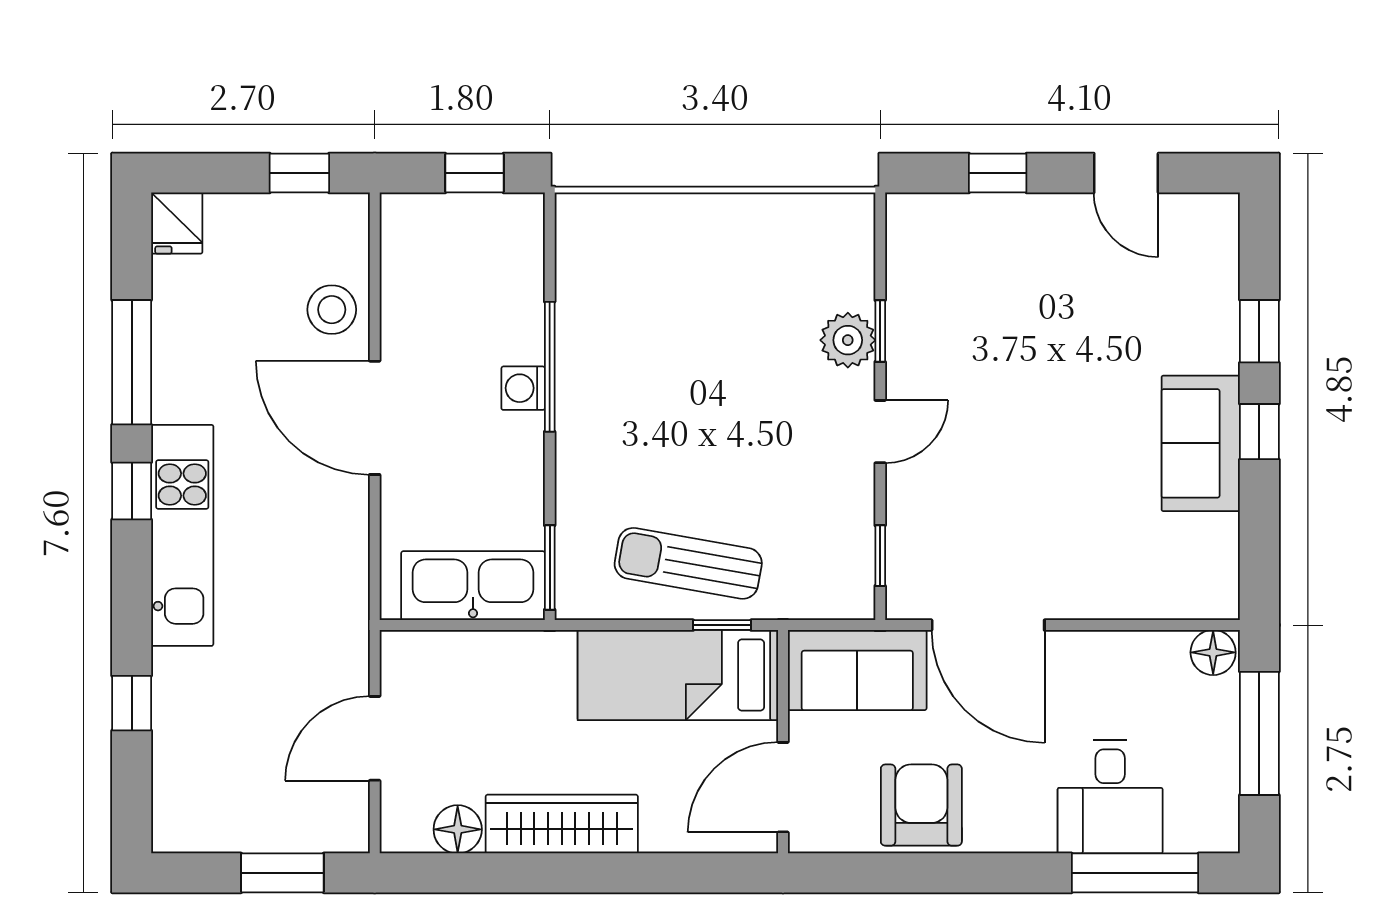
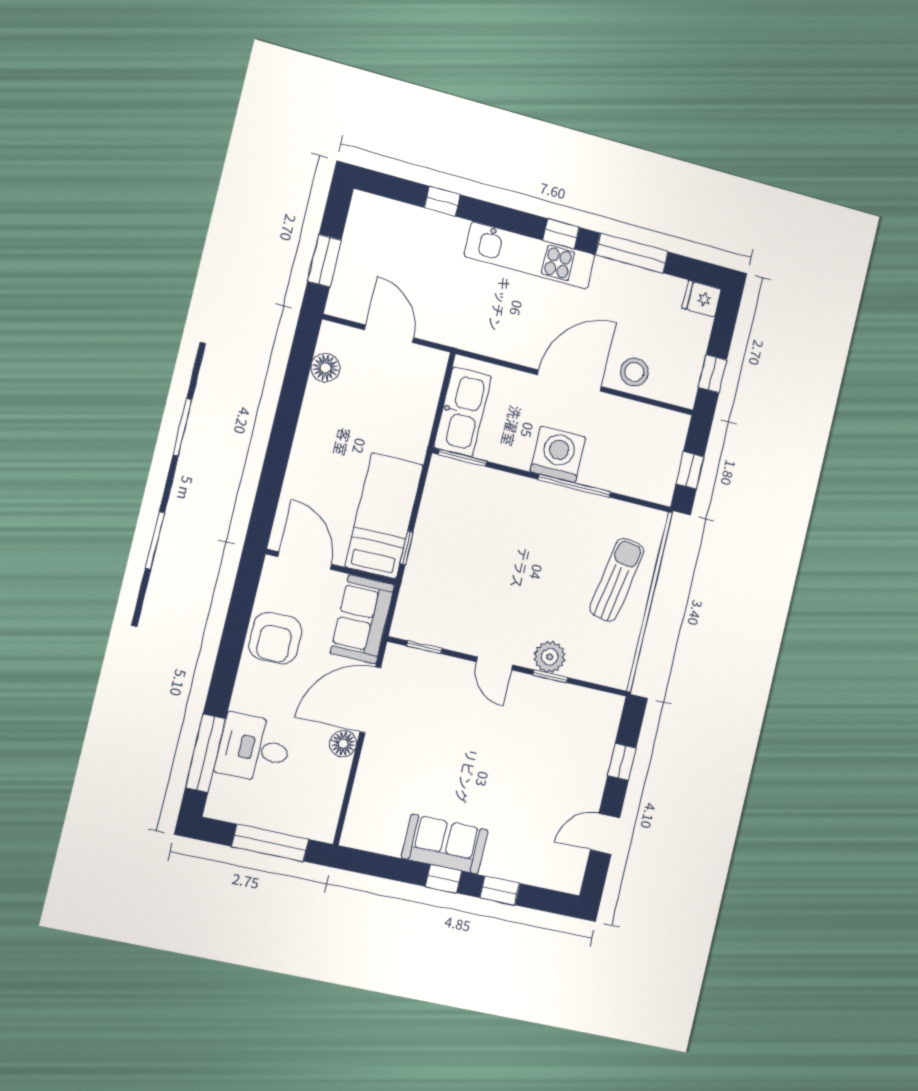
washing machine: (523, 388) -> (558, 454), width x1.89, depth x1.89
sun lounger: (688, 563) -> (617, 580), moved
floor lamp: (1213, 652) -> (343, 744), moved
armchair: (921, 805) -> (275, 638), turned 90
wardrobe: (562, 824) -> (314, 428), removed

